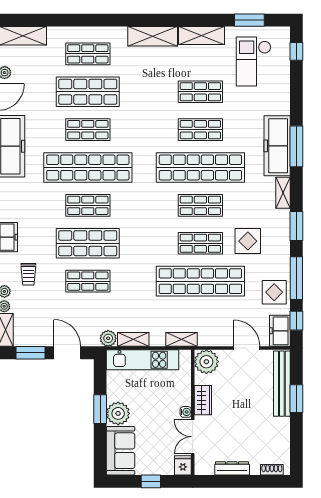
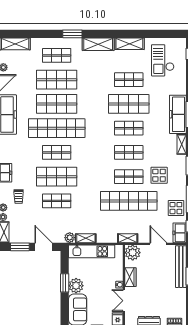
window: (249, 20) -> (72, 34), moved
shop shelf: (88, 130) -> (57, 104), width x1.43, depth x1.36
shop shelf: (200, 130) -> (129, 104), width x1.43, depth x1.36
shop shelf: (200, 167) -> (129, 128), width x0.50, depth x0.74
shelving: (182, 339) -> (128, 238), moved

